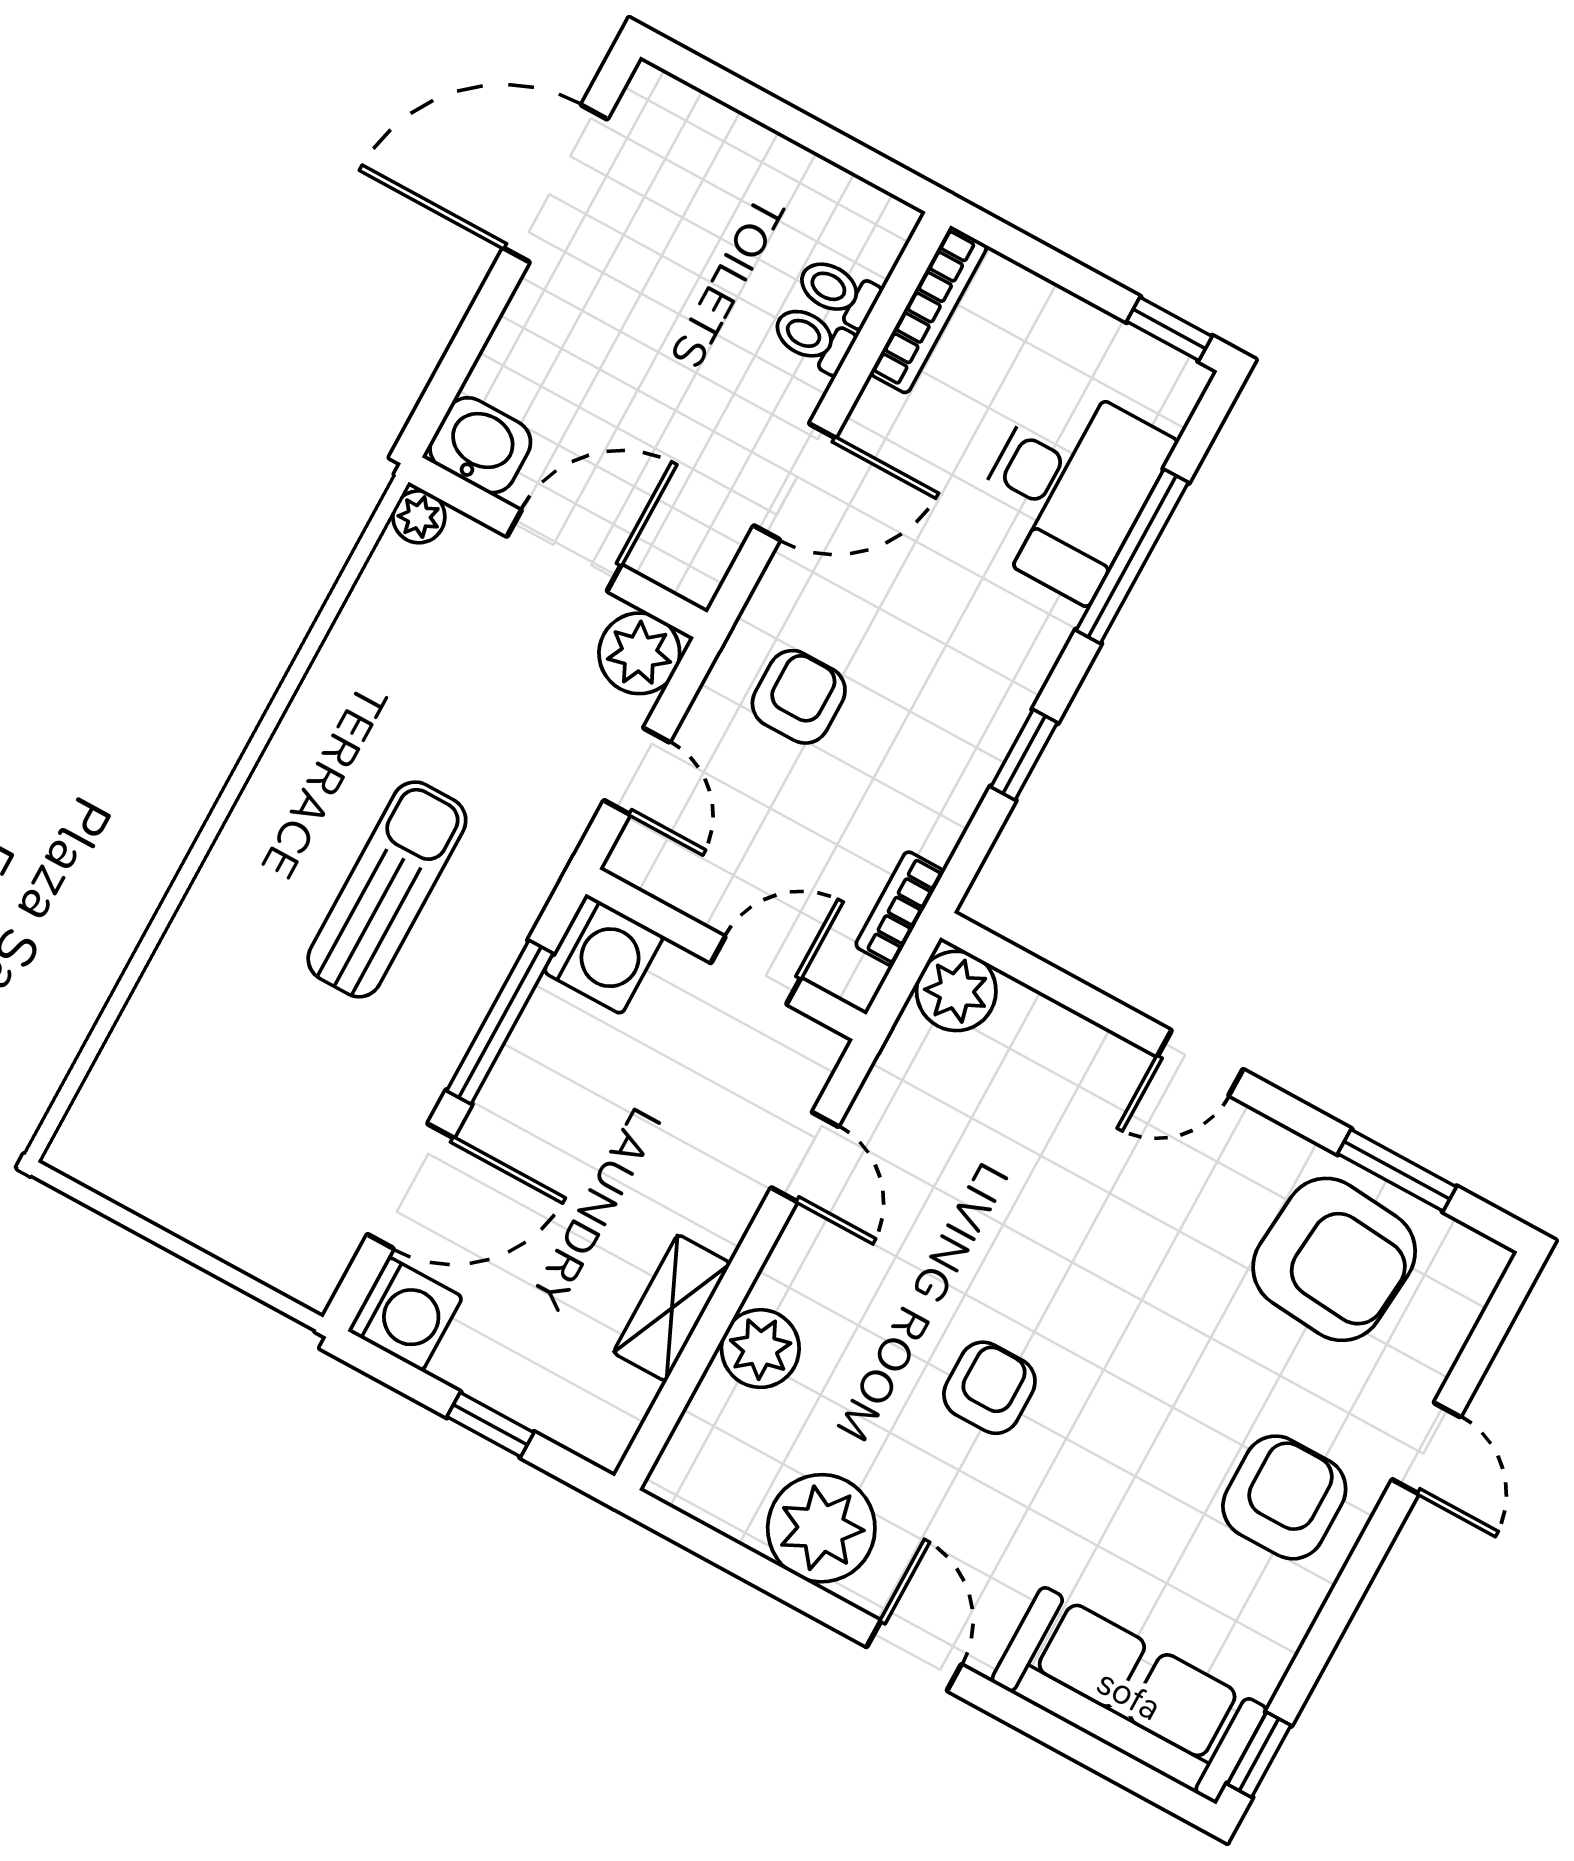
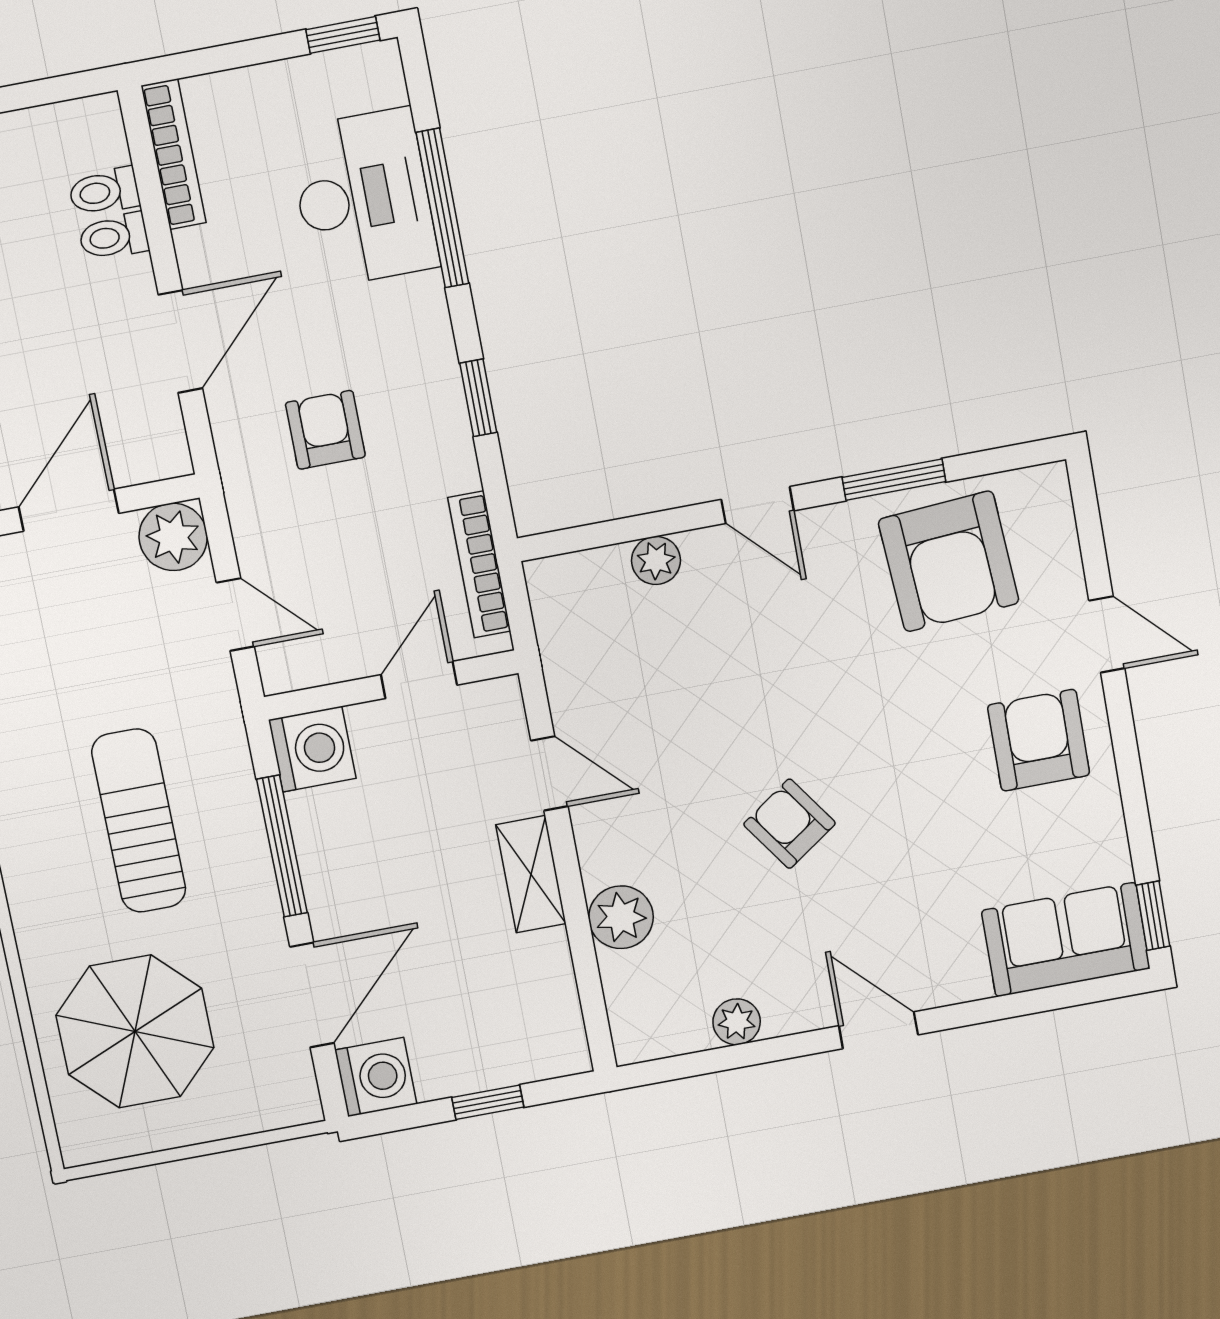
armchair: (799, 697) -> (325, 430), moved
bookcase: (900, 909) -> (479, 564), width x1.56
plant: (956, 991) -> (656, 560), moved, width x0.73, depth x0.73
door: (1200, 1063) -> (758, 505), hinge flipped
parasol: (216, 1085) -> (135, 1031), added
window: (1397, 1170) -> (894, 480), moved
armchair: (1334, 1259) -> (949, 561), turned 81
shelving: (672, 1308) -> (531, 874), moved
armchair: (989, 1388) -> (789, 824), turned -35
plant: (821, 1528) -> (737, 1022), width x0.53, depth x0.53
sofa: (1129, 1695) -> (1066, 940), width x0.73

